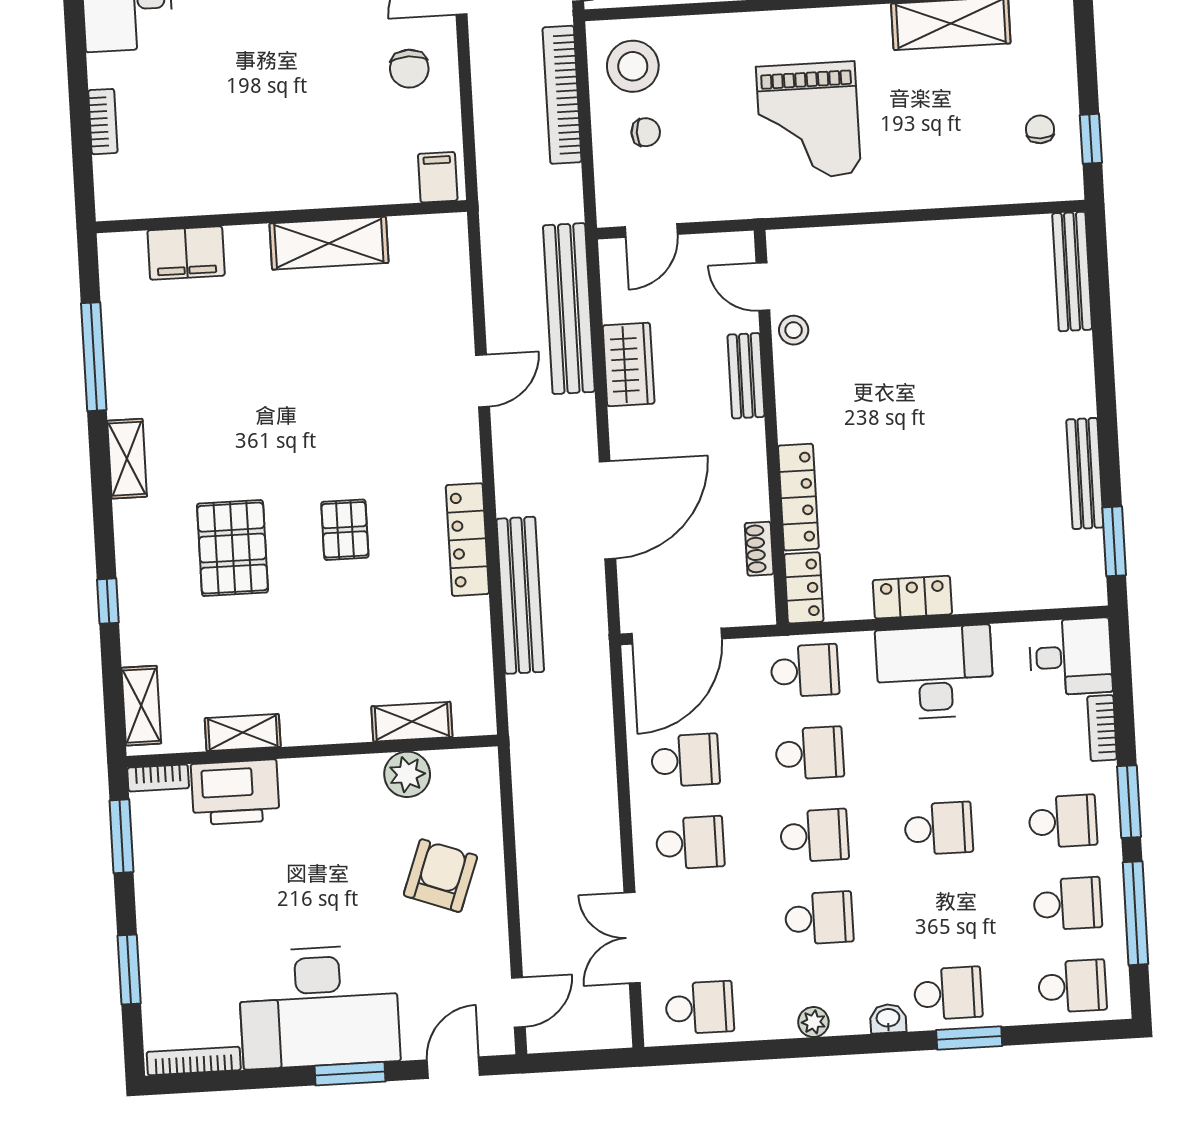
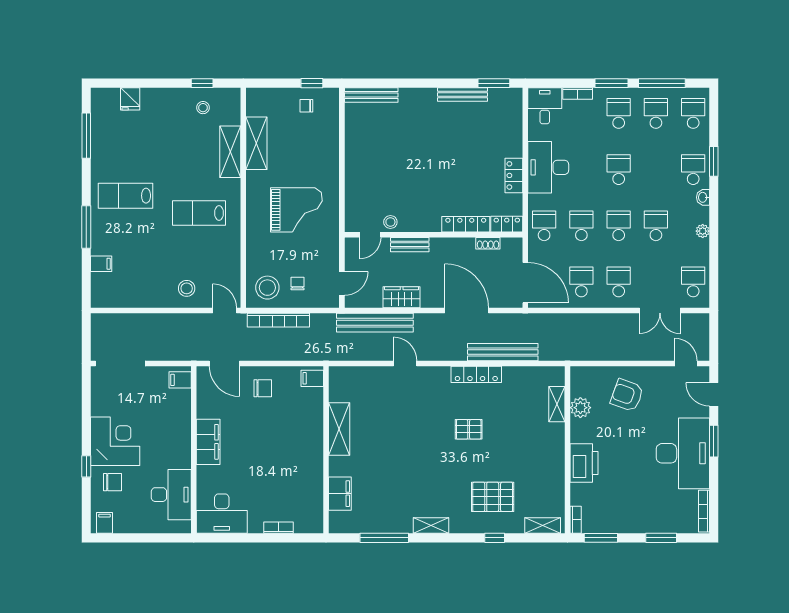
door: (651, 231) -> (342, 283), hinge flipped
pallet: (232, 548) -> (493, 497), moved
shelving: (243, 733) -> (557, 481), removed
printer: (235, 792) -> (584, 463), moved

